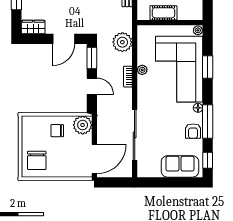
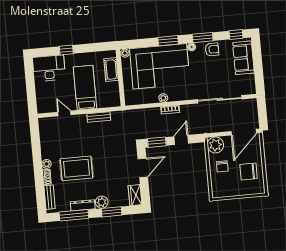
cot: (163, 13) -> (111, 70), moved
door: (64, 39) -> (143, 168), hinge flipped
plant: (122, 42) -> (141, 117), removed
window: (208, 67) -> (168, 41), moved
window: (208, 122) -> (203, 38), width x0.69
door: (94, 159) -> (244, 132), swing flipped
chair: (37, 160) -> (249, 172), moved, turned 180

